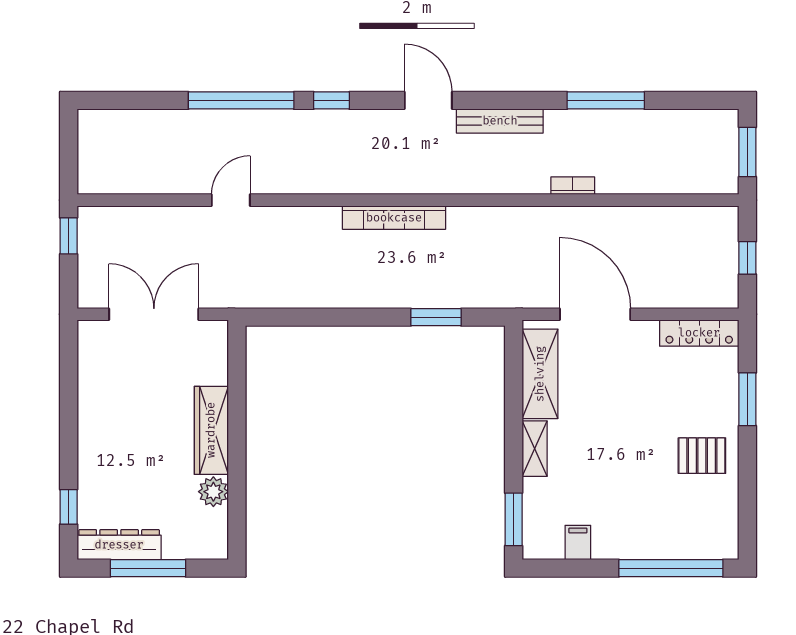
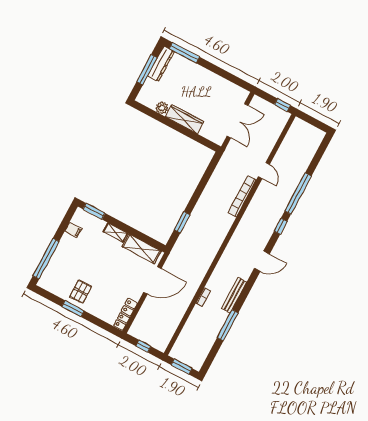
bench: (500, 121) -> (234, 295), moved
bookcase: (394, 218) -> (242, 196), moved
window: (747, 399) -> (73, 309), moved
window: (69, 507) -> (184, 53), width x2.17

